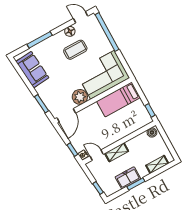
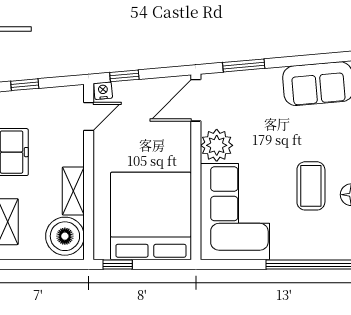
bed: (118, 99) -> (151, 216), width x2.04
door: (66, 115) -> (196, 100), hinge flipped
boiler: (152, 132) -> (65, 236), width x1.86, depth x1.86
shelving: (117, 152) -> (73, 191), moved

